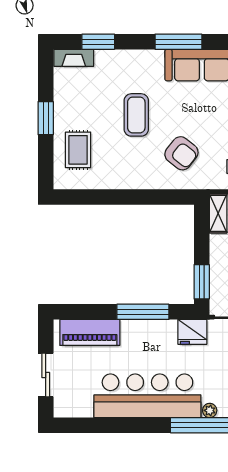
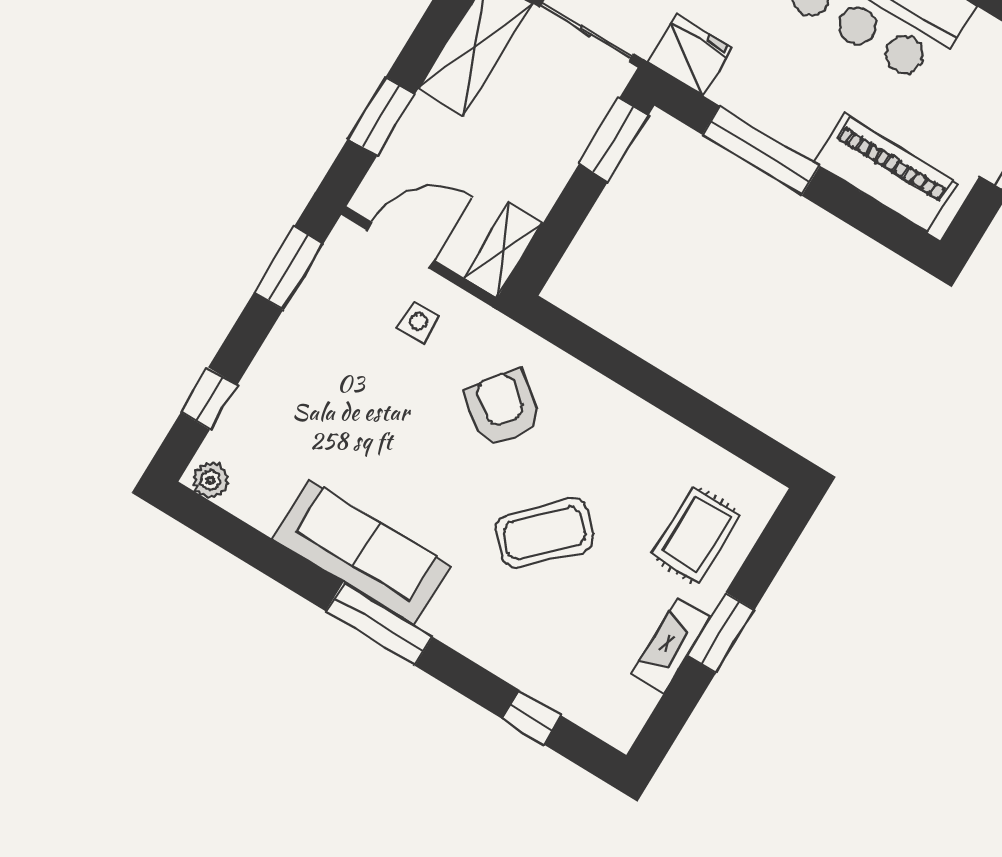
window: (98, 42) -> (532, 717), width x0.67
fireplace: (74, 58) -> (671, 646), moved, turned -90
coffee table: (136, 115) -> (545, 533), turned 45

